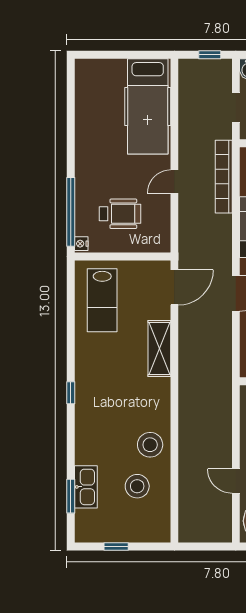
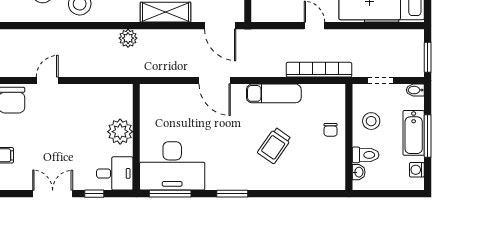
window: (210, 55) -> (428, 57), width x1.50
plant: (189, 391) -> (128, 38), added

